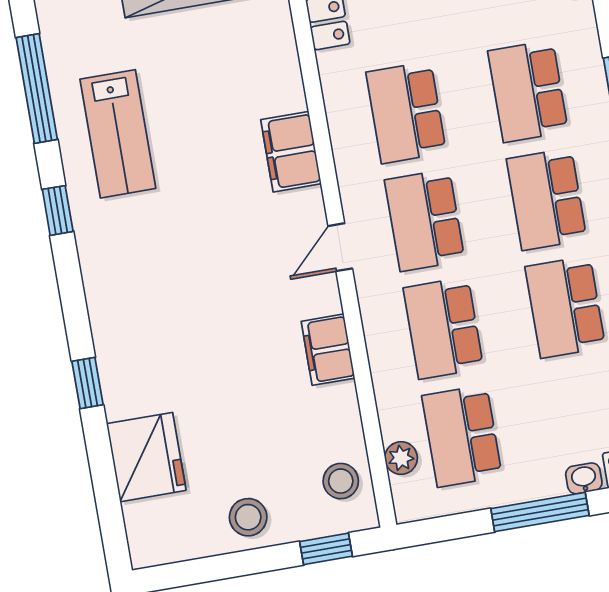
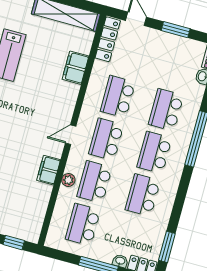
filing cabinet: (291, 152) -> (76, 68), moved
plant: (401, 458) -> (68, 180), moved
stool: (341, 481) -> (31, 220), removed

